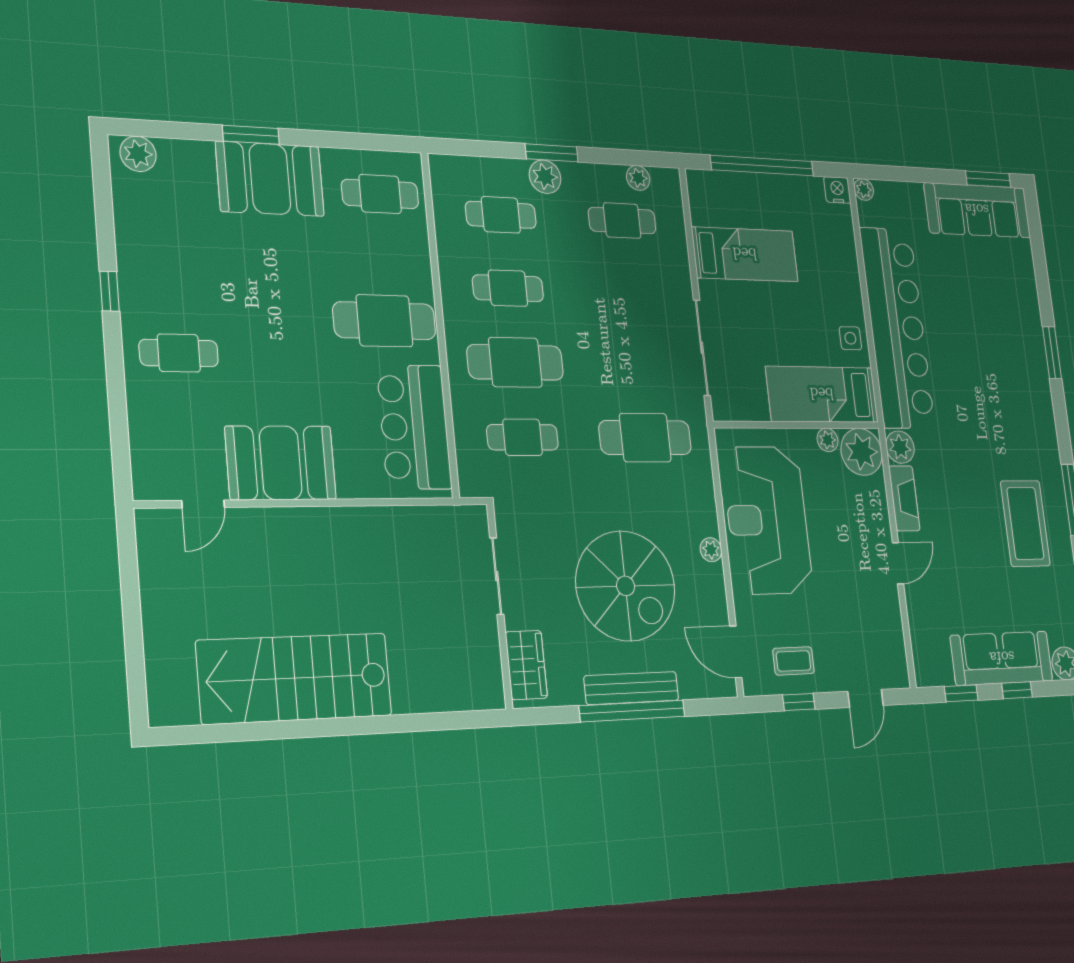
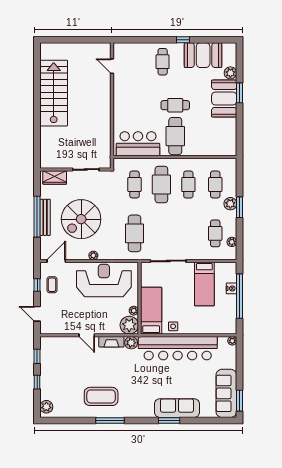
plant: (138, 154) -> (230, 73), moved
nightstand: (837, 190) -> (232, 288), moved
cafe table: (380, 194) -> (175, 105), moved, turned 90
booth: (281, 463) -> (203, 55), moved, turned 90
sofa: (1002, 658) -> (177, 408), moved, turned -90

